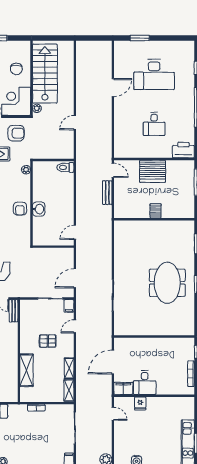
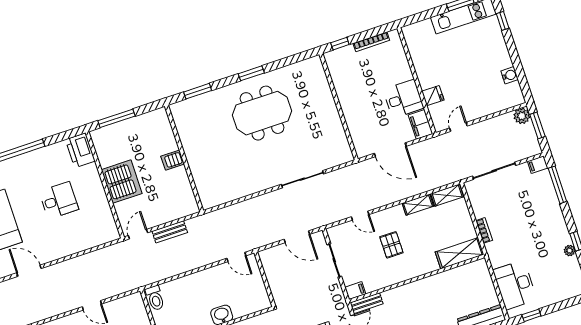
filing cabinet: (69, 306) -> (355, 291), moved
shelving: (26, 370) -> (460, 253), moved

